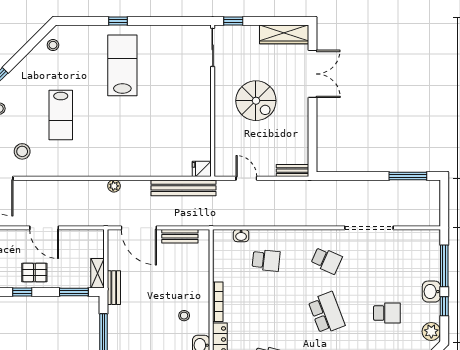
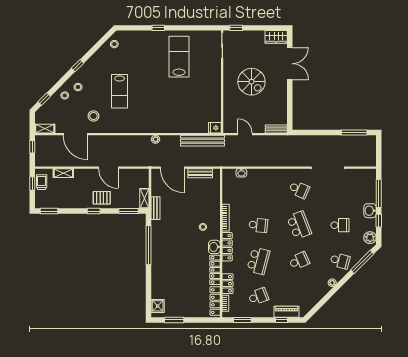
wardrobe: (284, 34) -> (276, 37), width x0.67
lab bench: (122, 65) -> (179, 57), moved
school desk: (266, 260) -> (258, 225), moved

